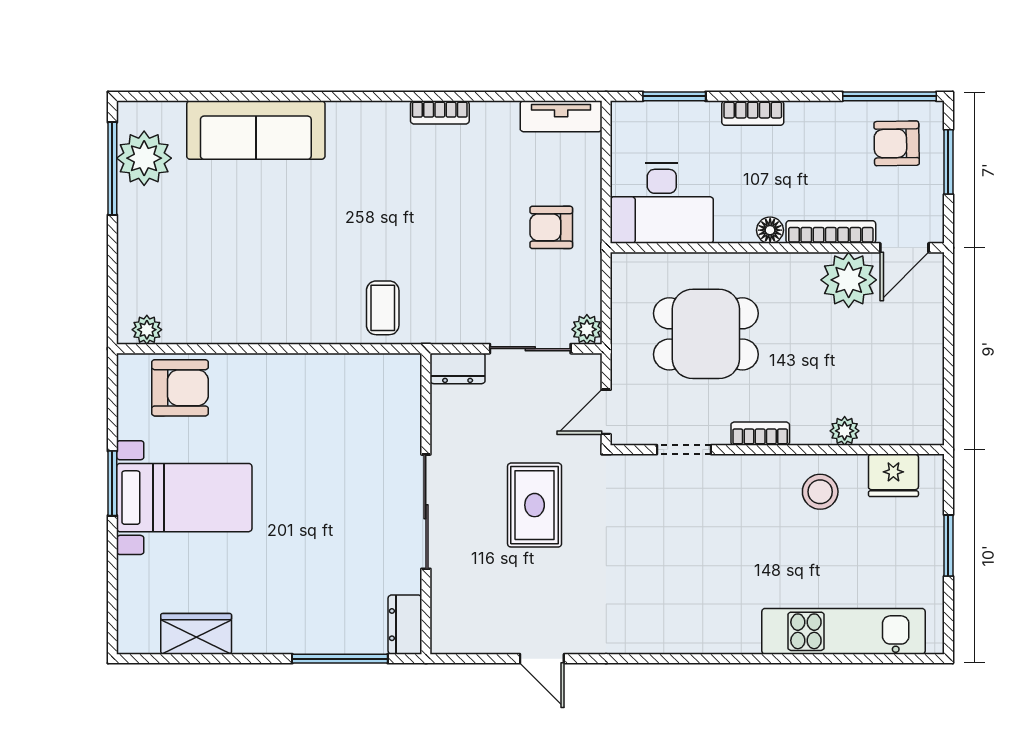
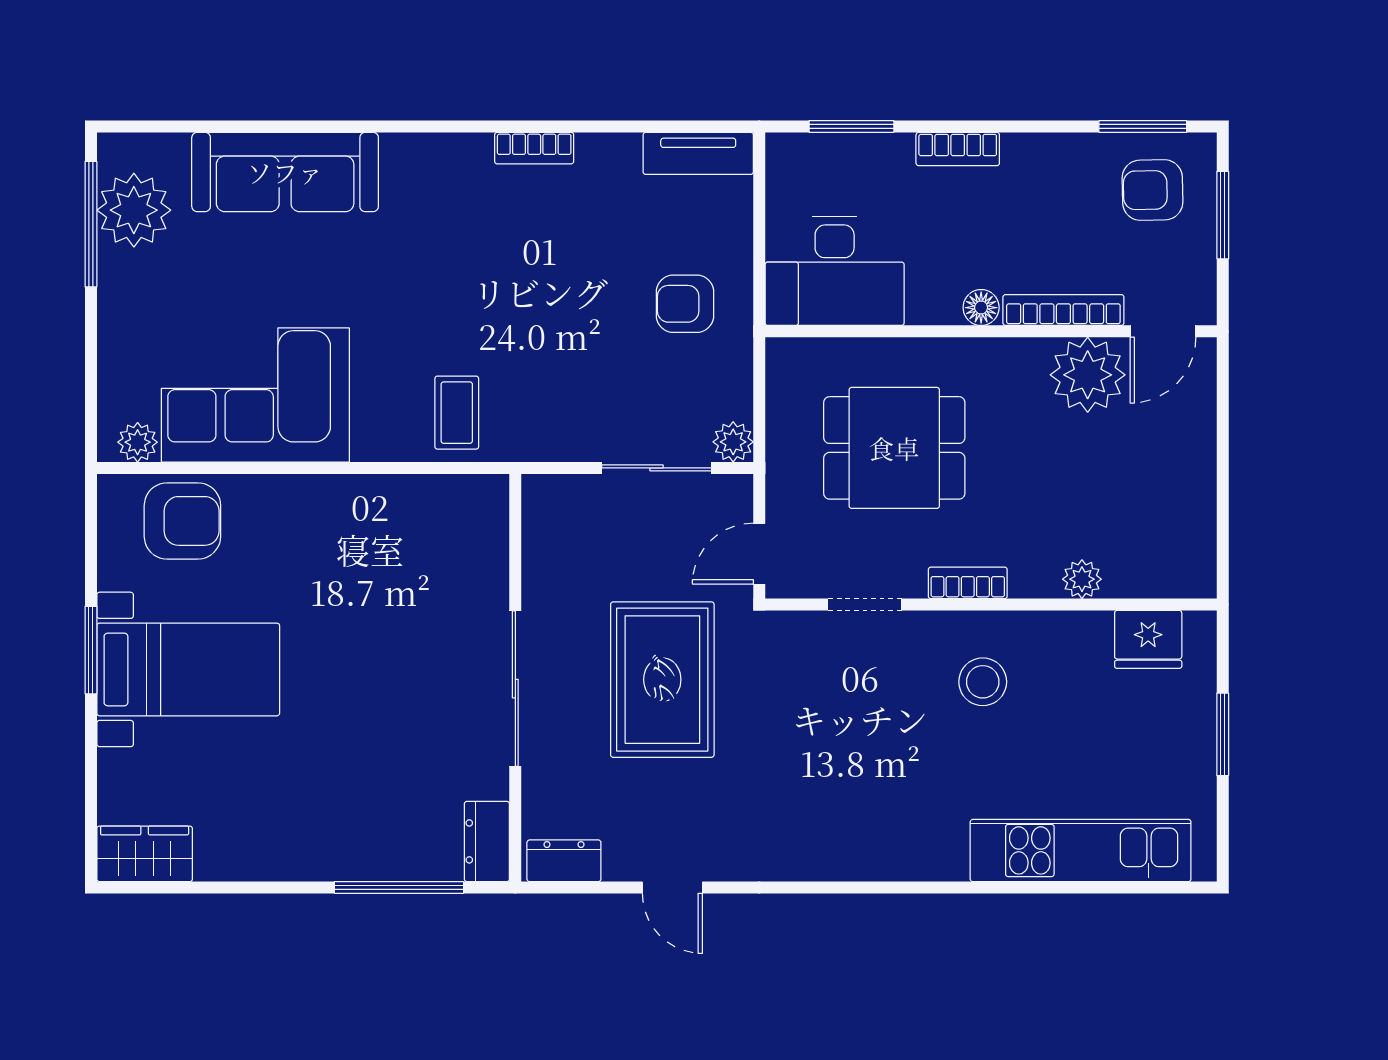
window: (889, 96) -> (1143, 126), width x0.69
corner sofa: (234, 295) -> (255, 395), added
dresser: (458, 368) -> (564, 861), moved, turned 180
stool: (820, 492) -> (983, 682), moved
rug: (535, 505) -> (662, 680), width x1.36, depth x1.43
wardrobe: (196, 634) -> (145, 854), moved

